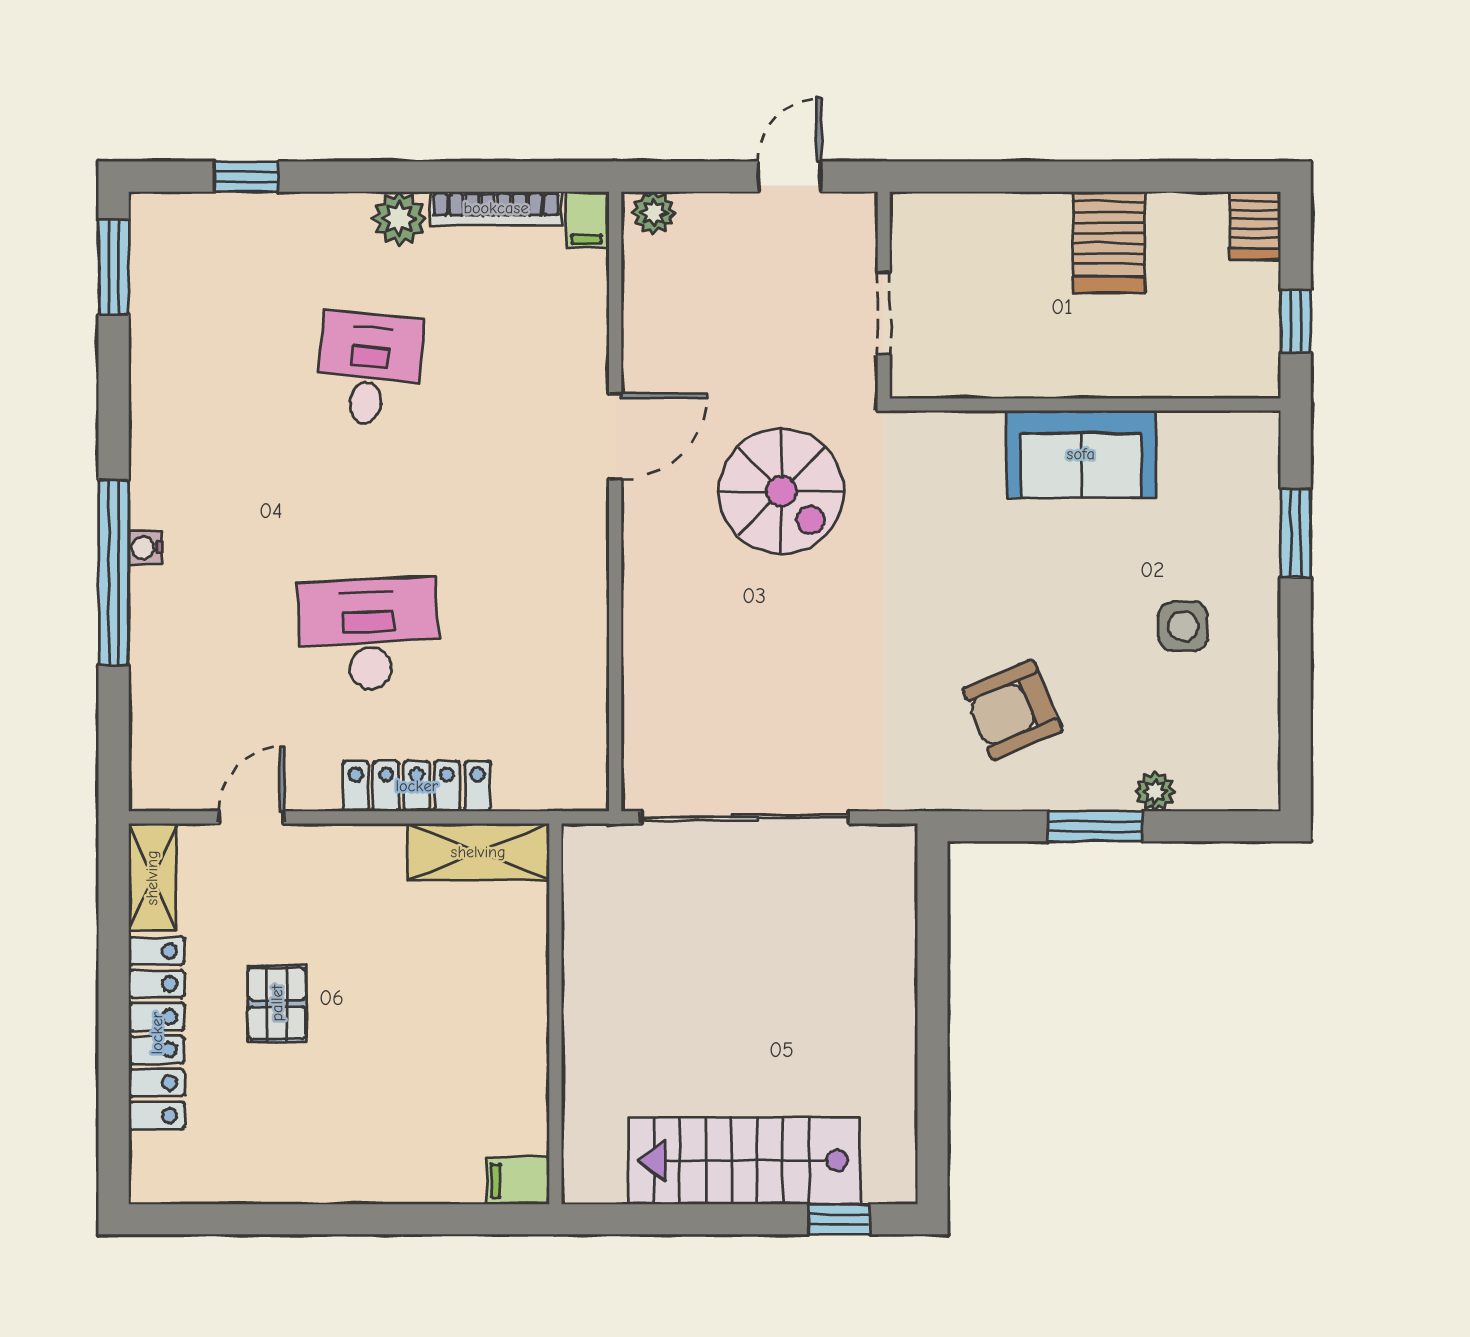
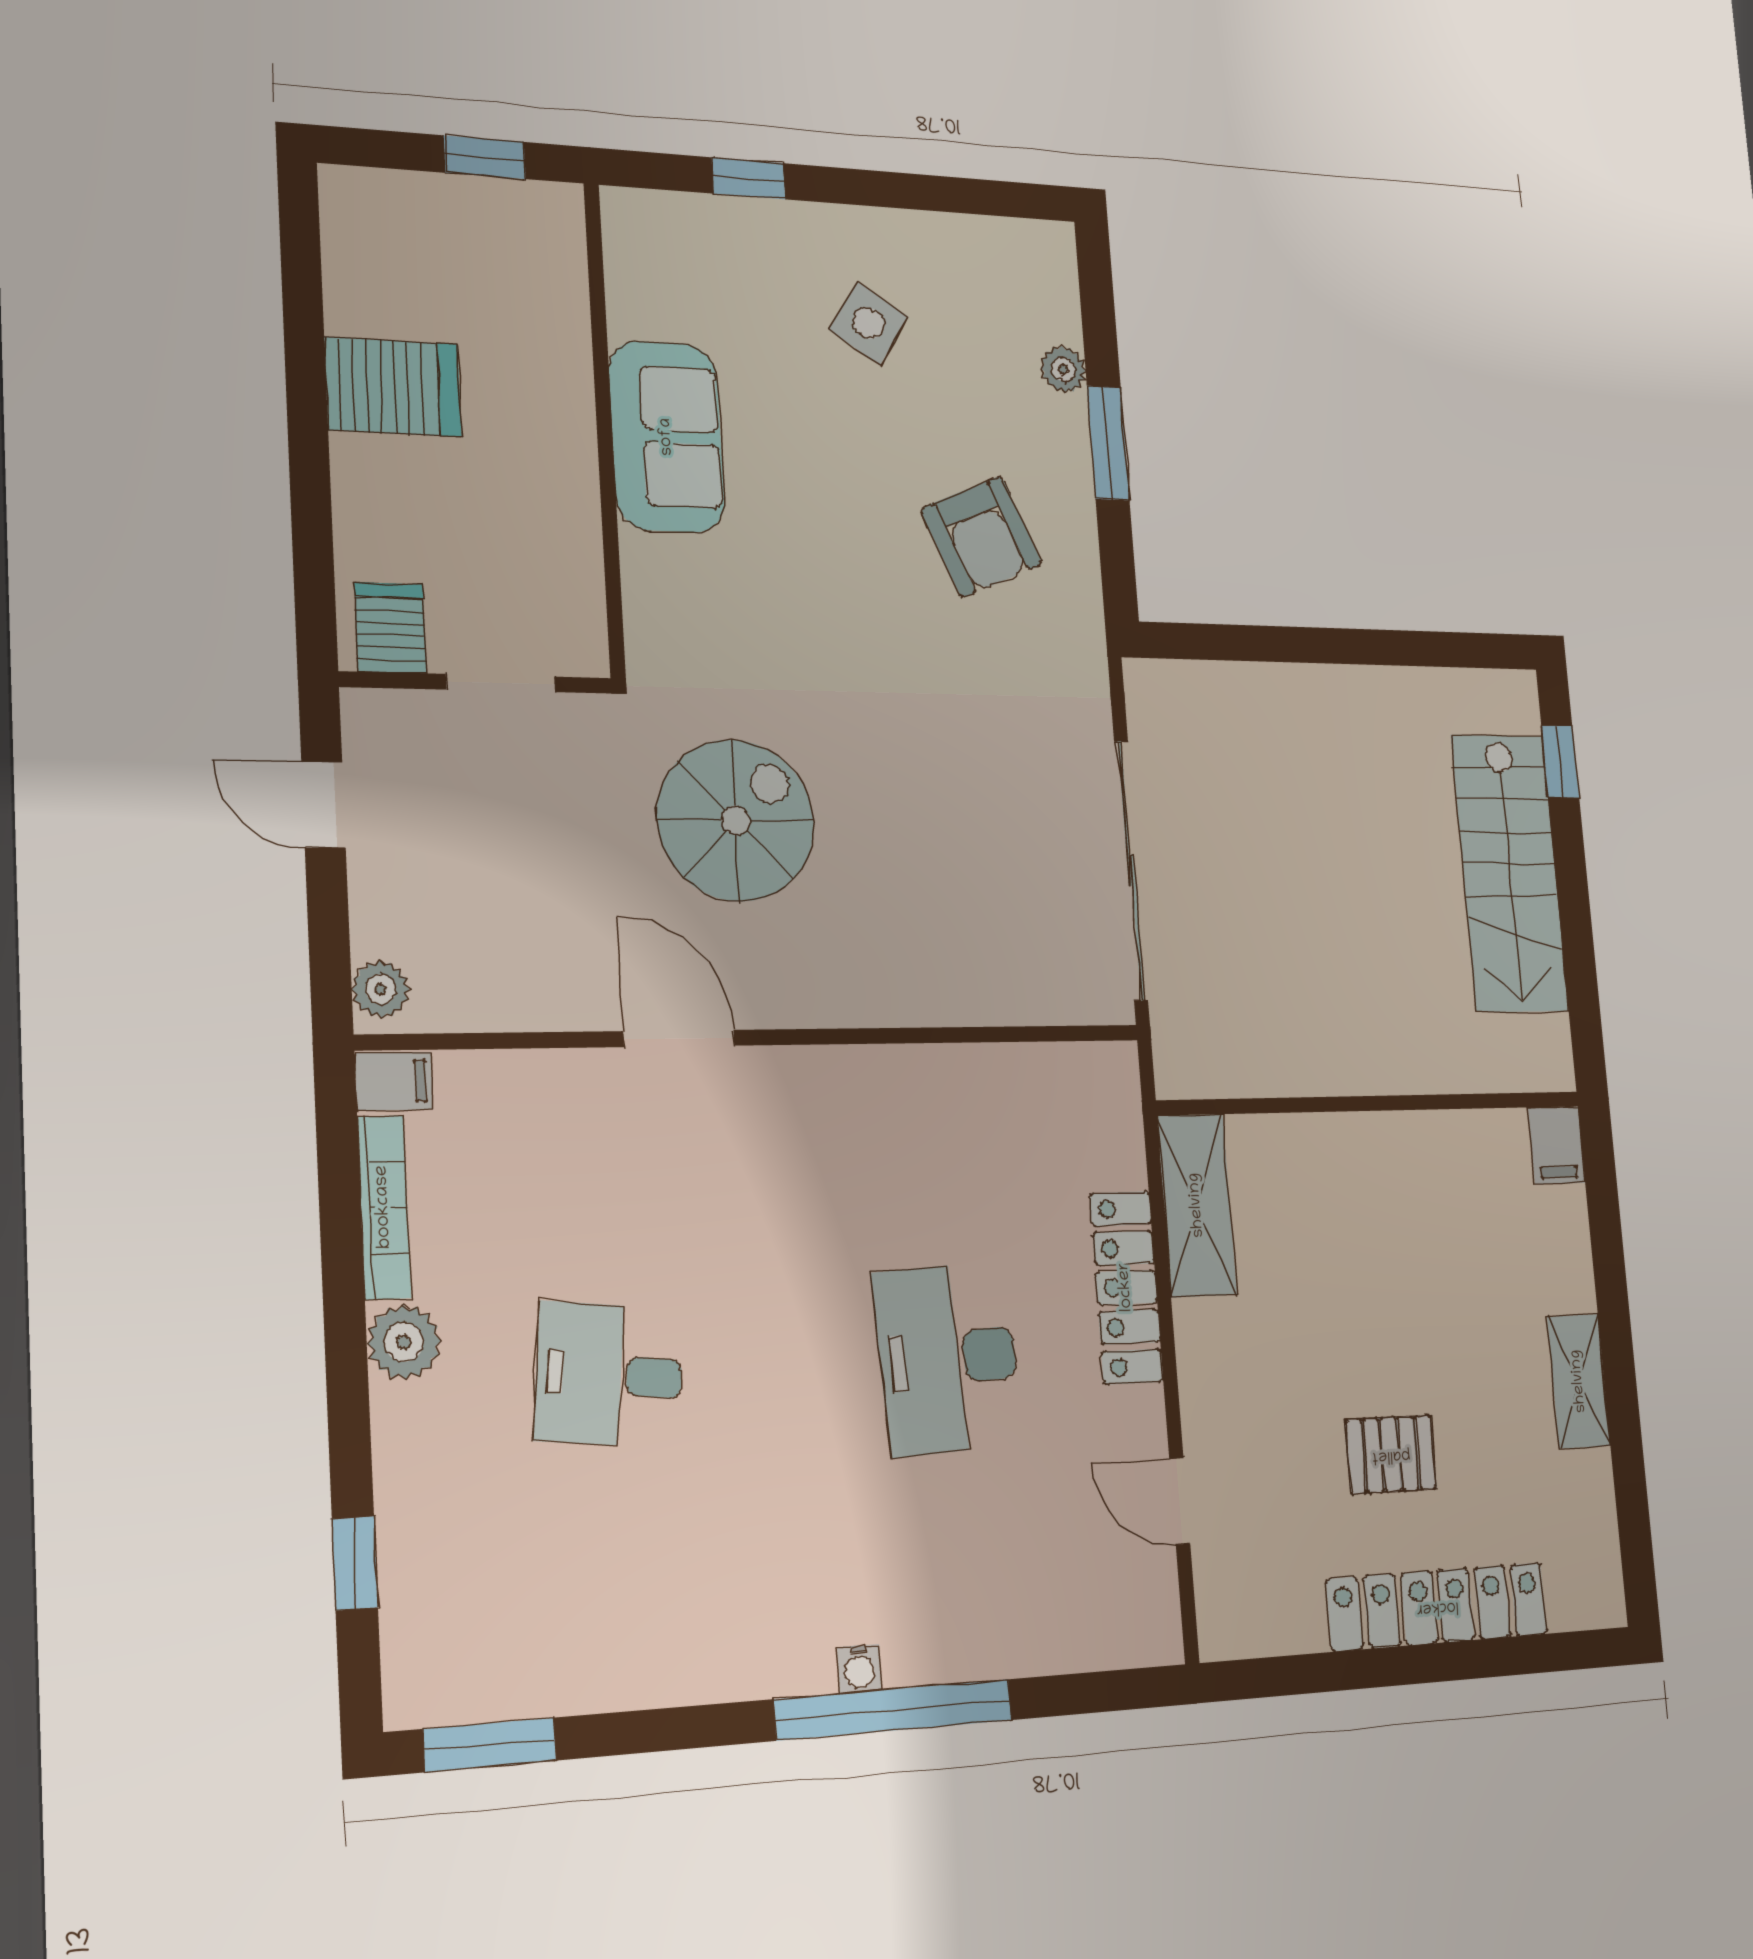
server rack: (1255, 225) -> (391, 628), moved, turned -90
window: (1296, 533) -> (748, 178), width x0.67
side table: (1183, 626) -> (869, 323), turned 33
shelving: (152, 878) -> (1579, 1381), moved, turned 90

